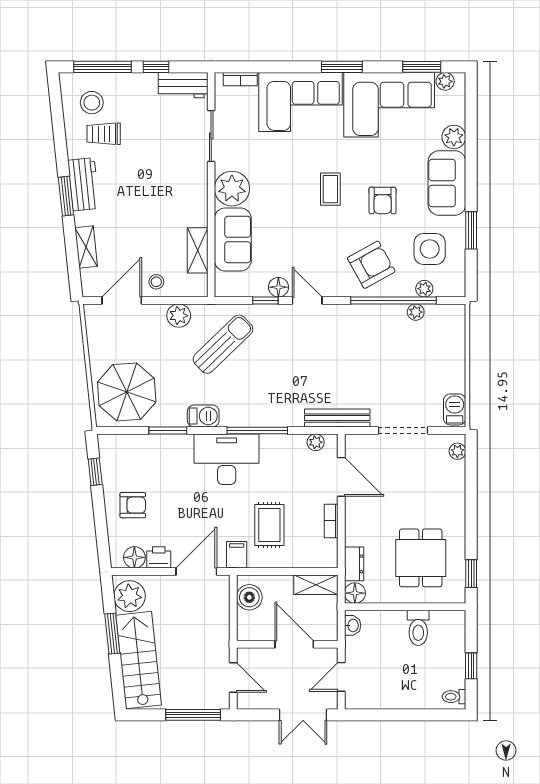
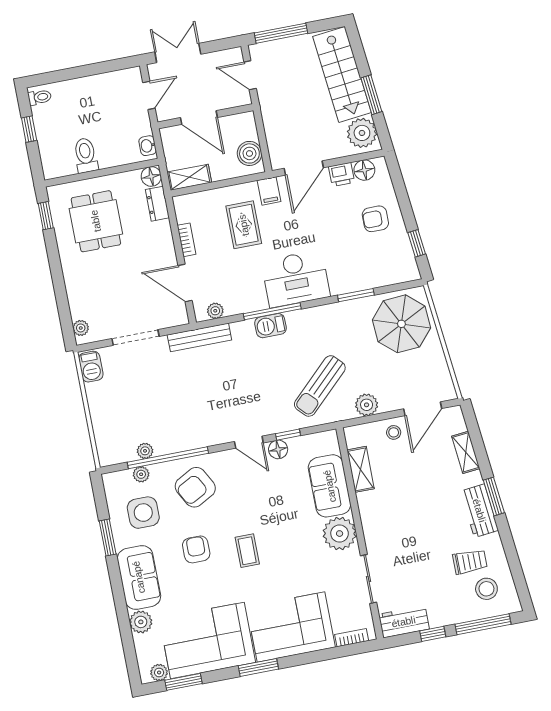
barbecue: (203, 416) -> (270, 326), moved

